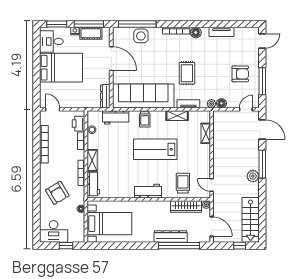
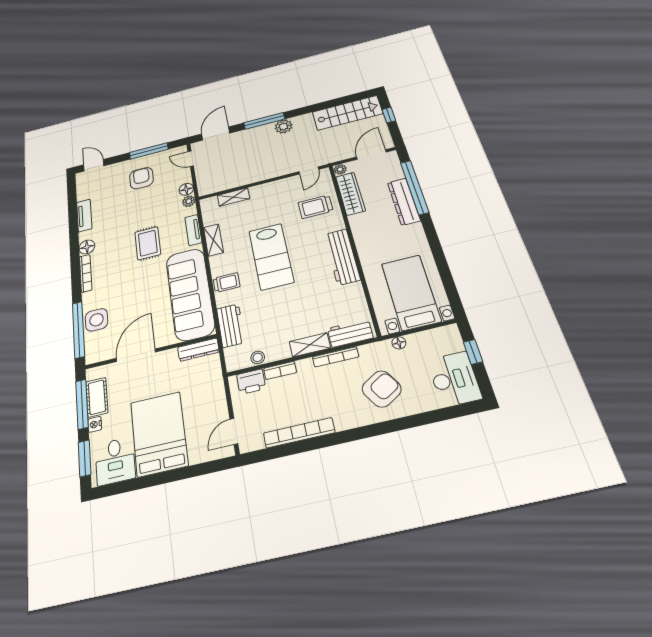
rug: (187, 73) -> (148, 243), turned 90
workbench: (148, 191) -> (342, 257), width x1.38

